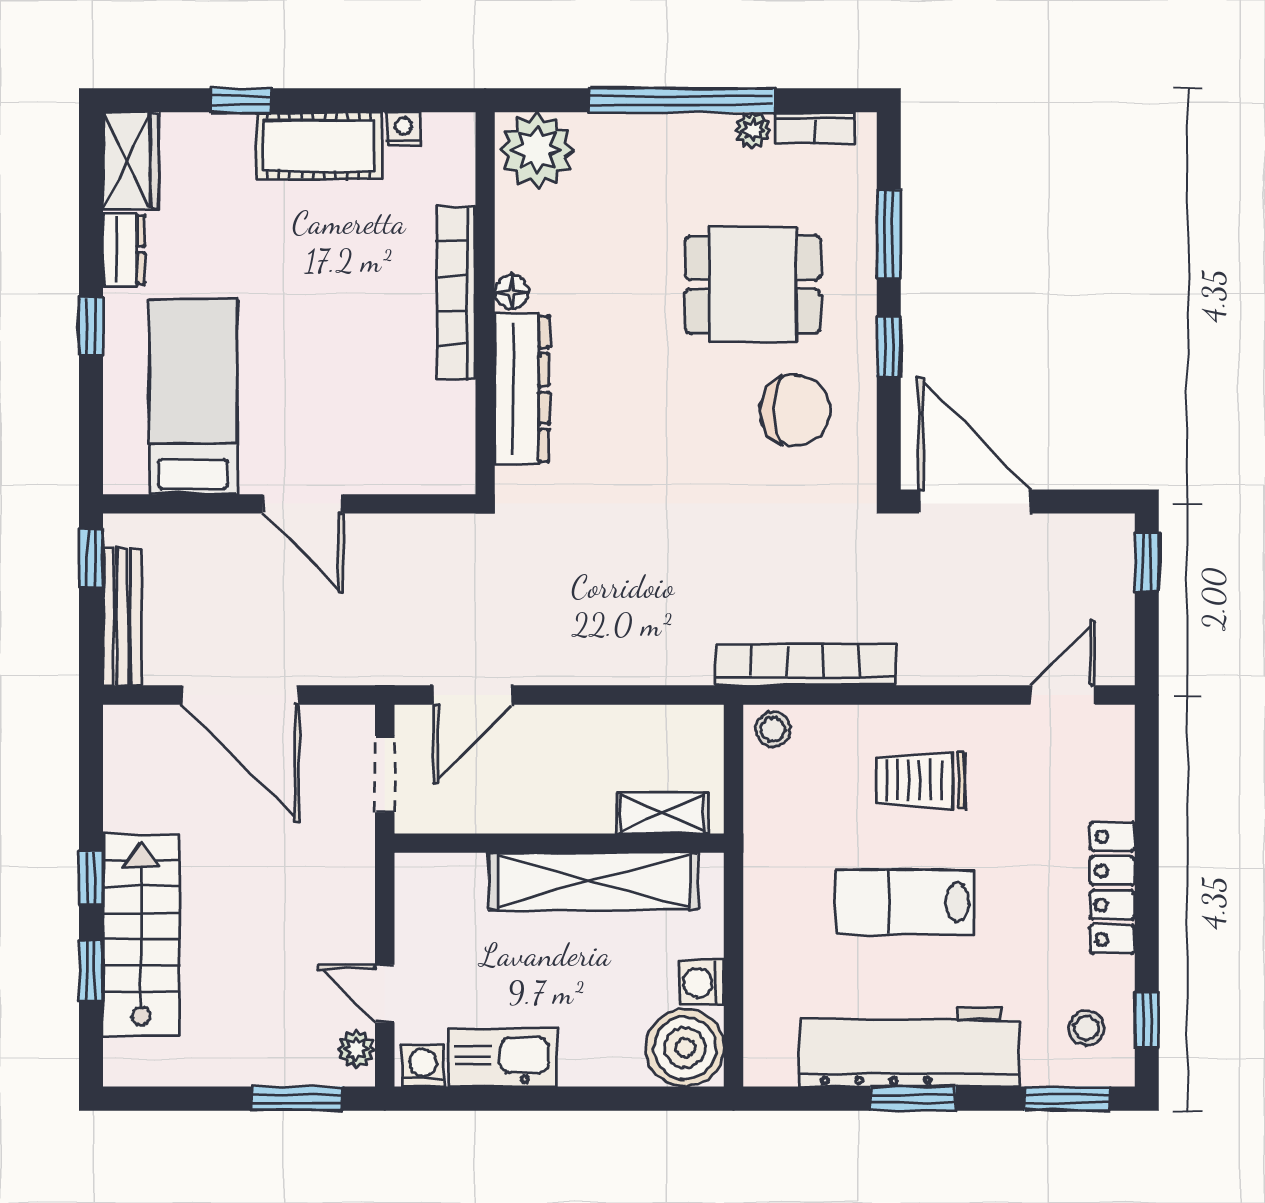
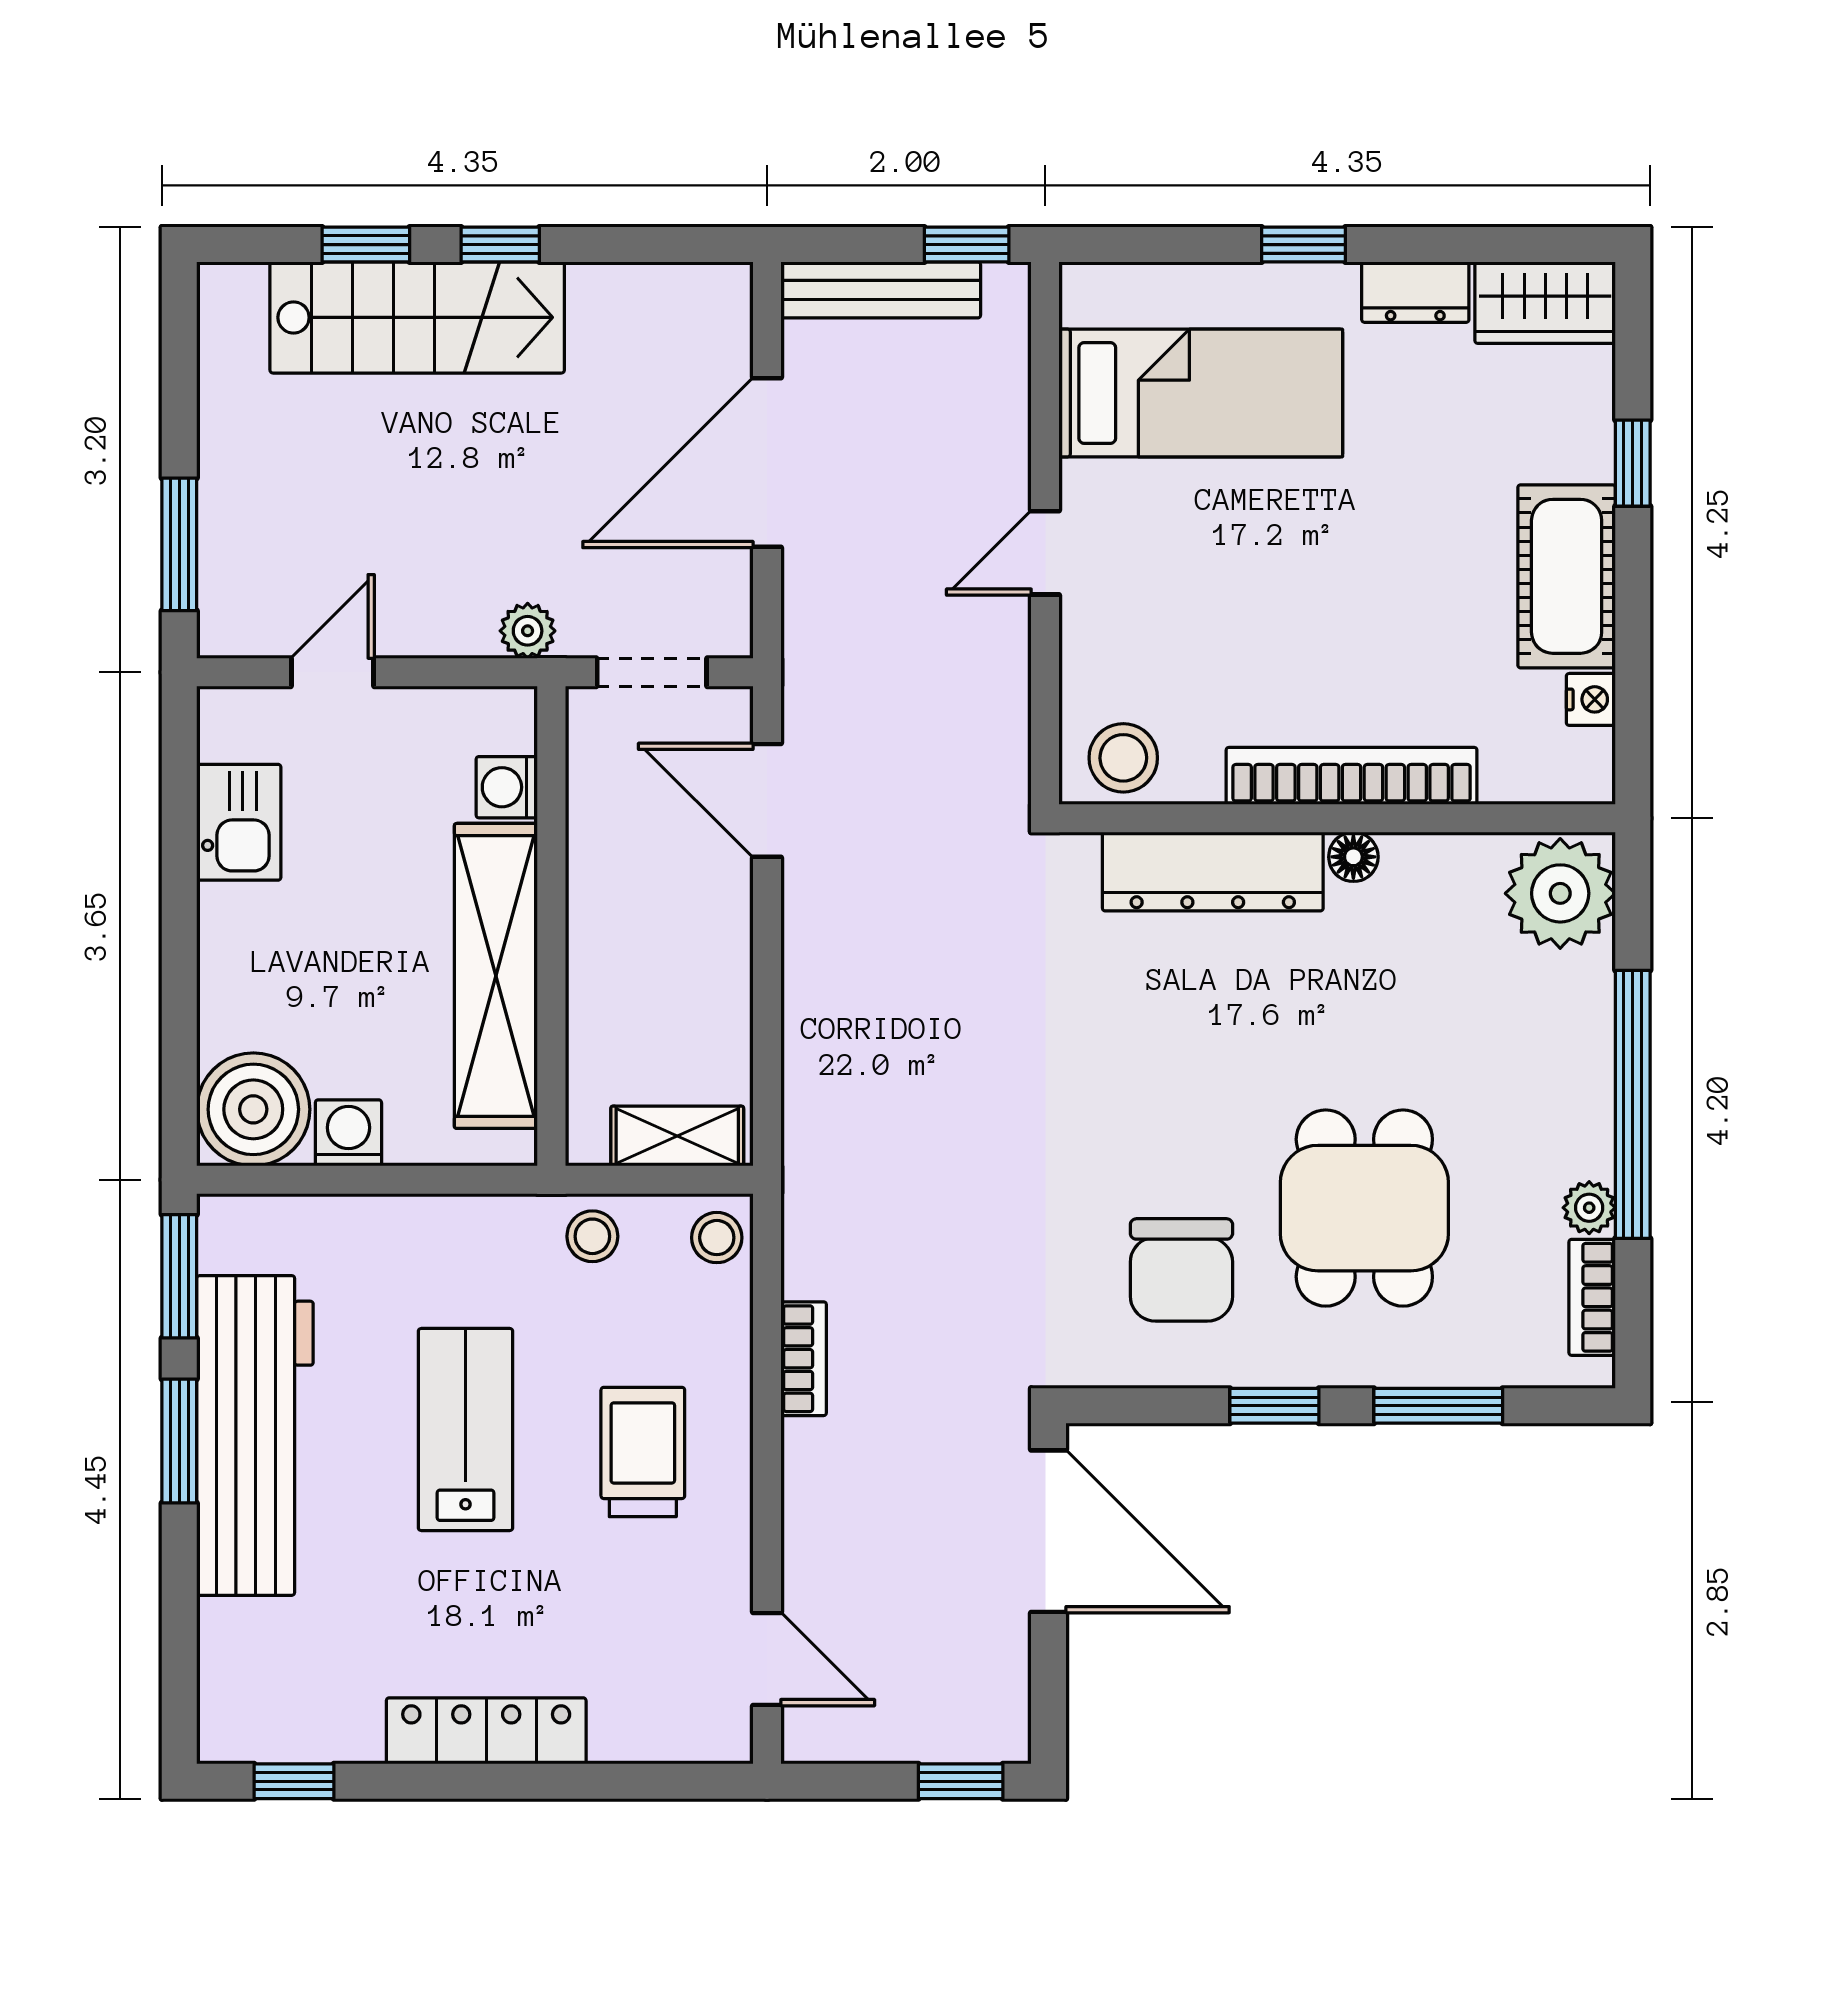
stool: (444, 450) -> (1123, 758), added
door: (975, 502) -> (1049, 1531), hinge flipped
door: (303, 504) -> (1045, 553), width x0.73
bookcase: (805, 665) -> (804, 1359), width x0.43, depth x0.76
shelving: (662, 813) -> (677, 1136), moved, turned 90
stool: (1087, 1028) -> (592, 1236), moved
plant: (356, 1049) -> (528, 631), moved
kitchen sink: (503, 1058) -> (239, 822), width x0.73
washing machine: (423, 1066) -> (507, 787), moved, turned 180
window: (1067, 1099) -> (179, 1276), moved

